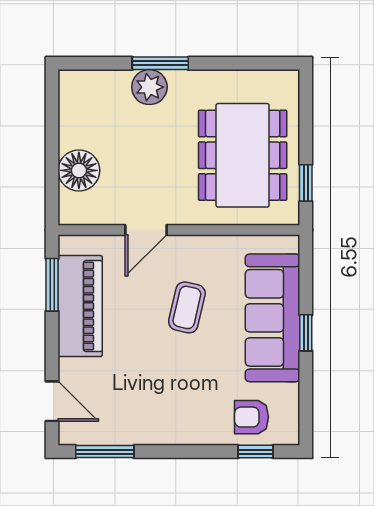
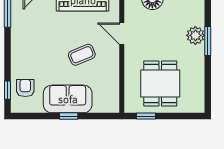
dining table: (243, 155) -> (160, 83), width x0.73
coffee table: (187, 307) -> (82, 55), turned -36
sofa: (273, 318) -> (68, 99), width x0.73

